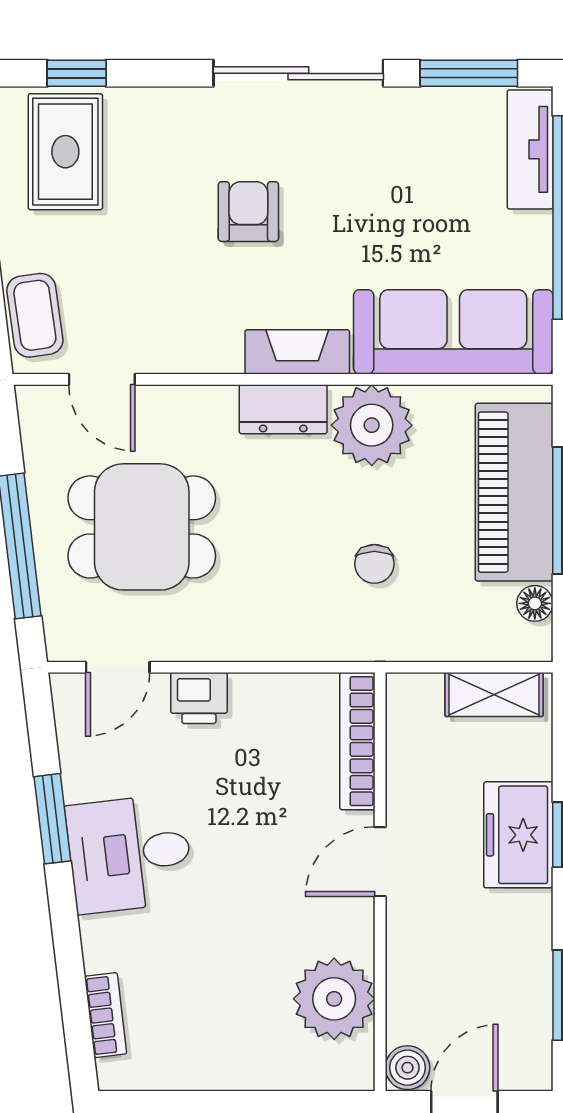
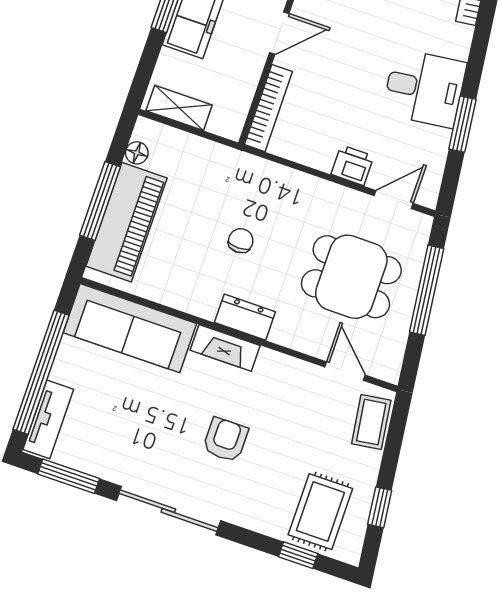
armchair: (248, 212) -> (225, 440), turned 180
plant: (372, 425) -> (196, 290), removed
chair: (374, 564) -> (241, 241), moved

